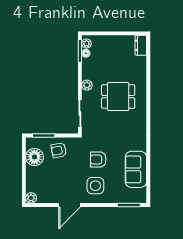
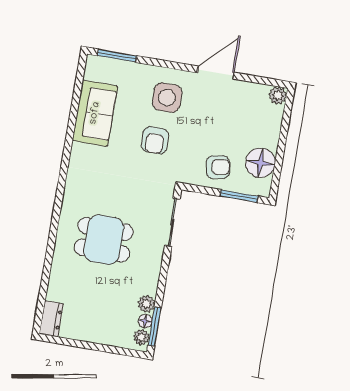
plant: (87, 85) -> (146, 304), moved
armchair: (98, 160) -> (155, 140), turned 90

